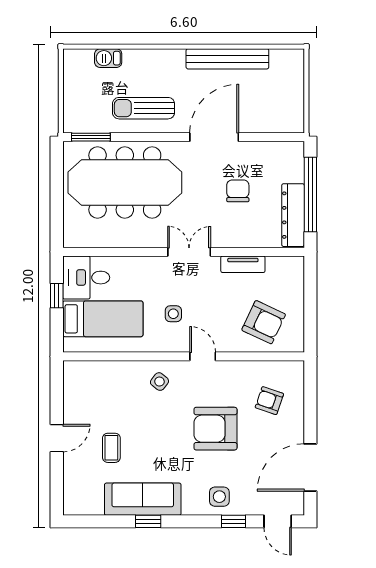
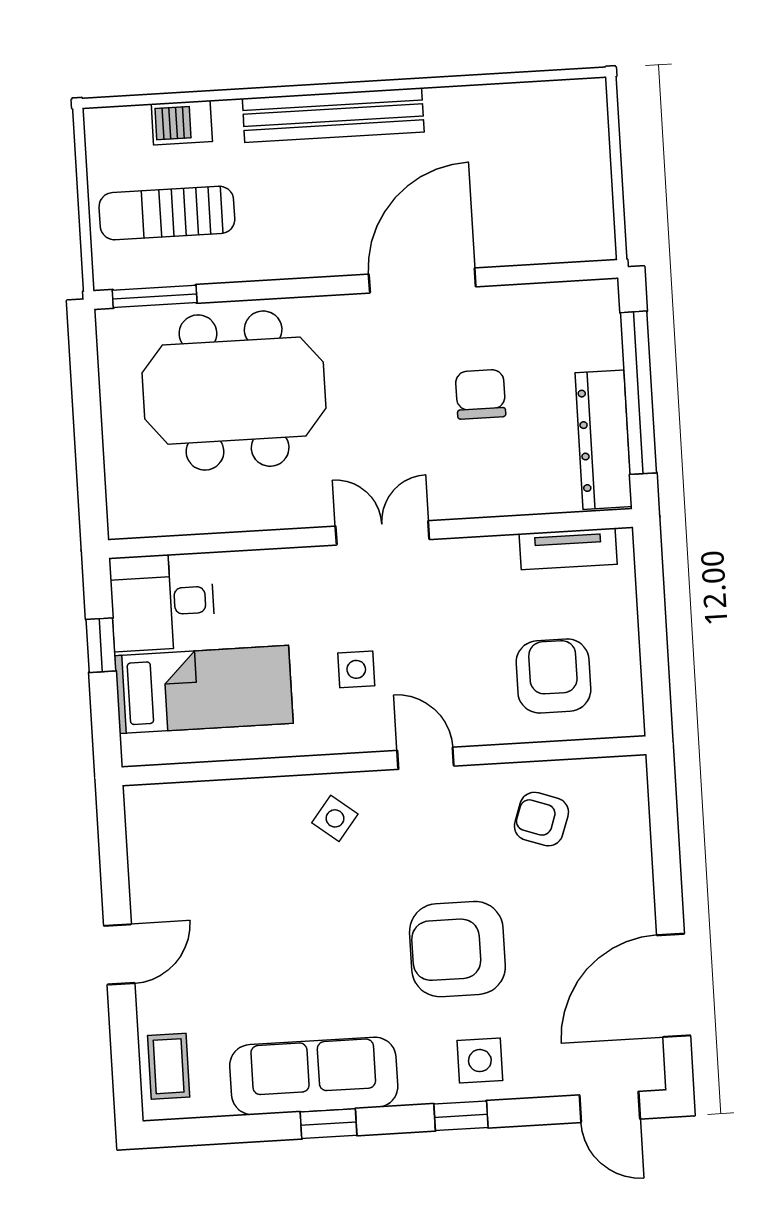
bench: (227, 59) -> (333, 115), moved
sun lounger: (144, 108) -> (167, 213), moved
meeting table: (125, 182) -> (234, 391), width x0.73
tv unit: (243, 264) -> (568, 549), moved
armchair: (264, 322) -> (553, 676), turned -115
armchair: (269, 401) -> (541, 819), moved
armchair: (215, 429) -> (457, 949), moved
coffee table: (111, 448) -> (169, 1066), moved
window: (234, 521) -> (461, 1116), moved

